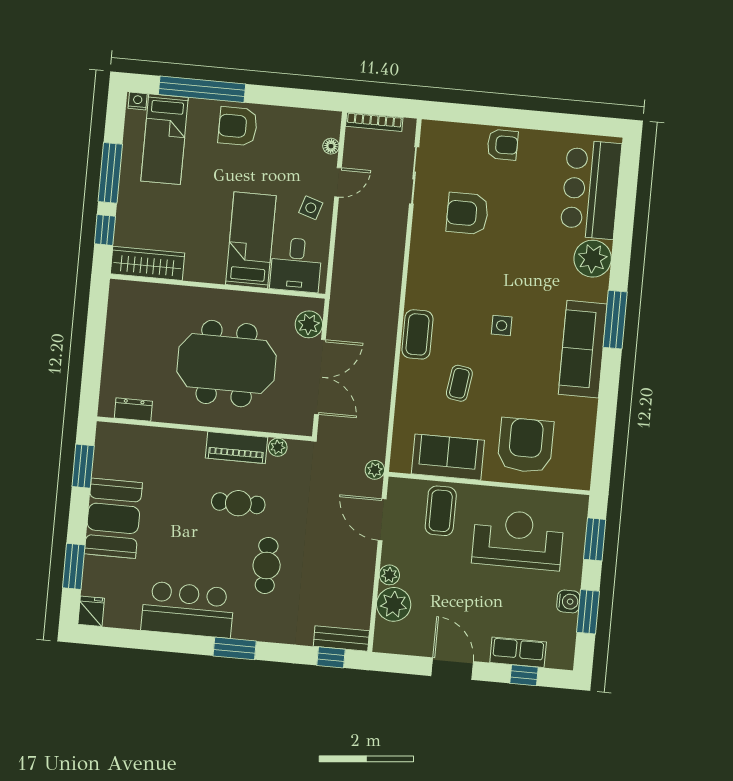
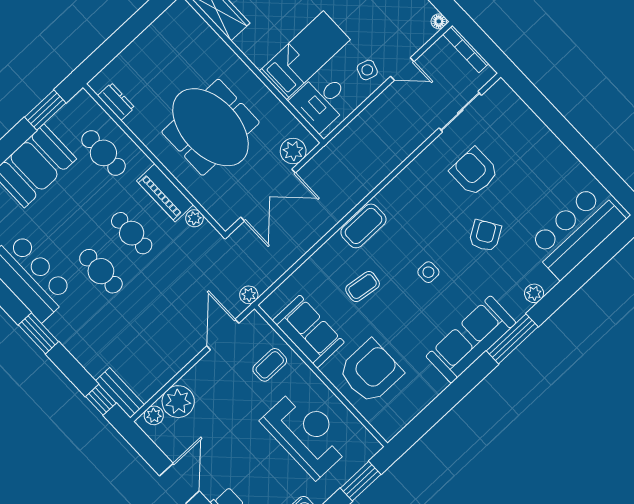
armchair: (502, 145) -> (485, 236), moved, turned -122
floor lamp: (331, 146) -> (439, 21), moved
plant: (593, 259) -> (534, 293), width x0.53, depth x0.53
cafe table: (159, 459) -> (103, 153), added
coffee table: (441, 511) -> (270, 365), width x0.73, depth x0.77
cafe table: (267, 566) -> (101, 271), moved, turned 90
plant: (389, 575) -> (154, 415), moved

